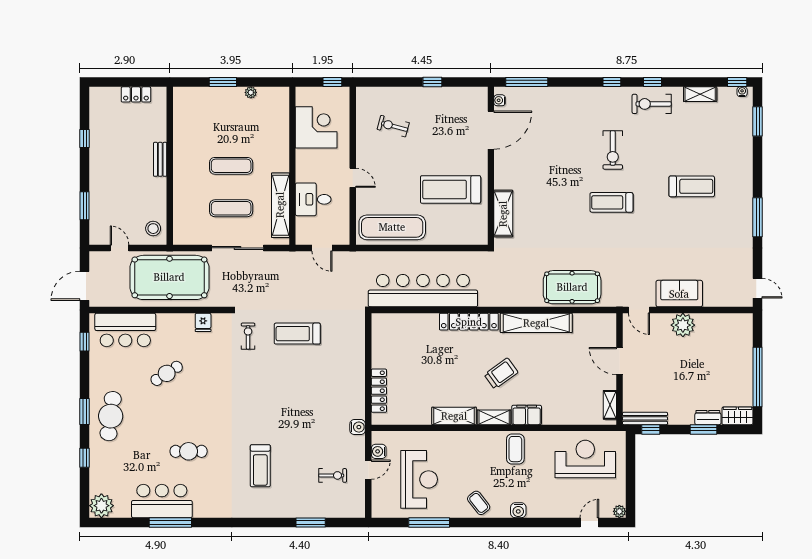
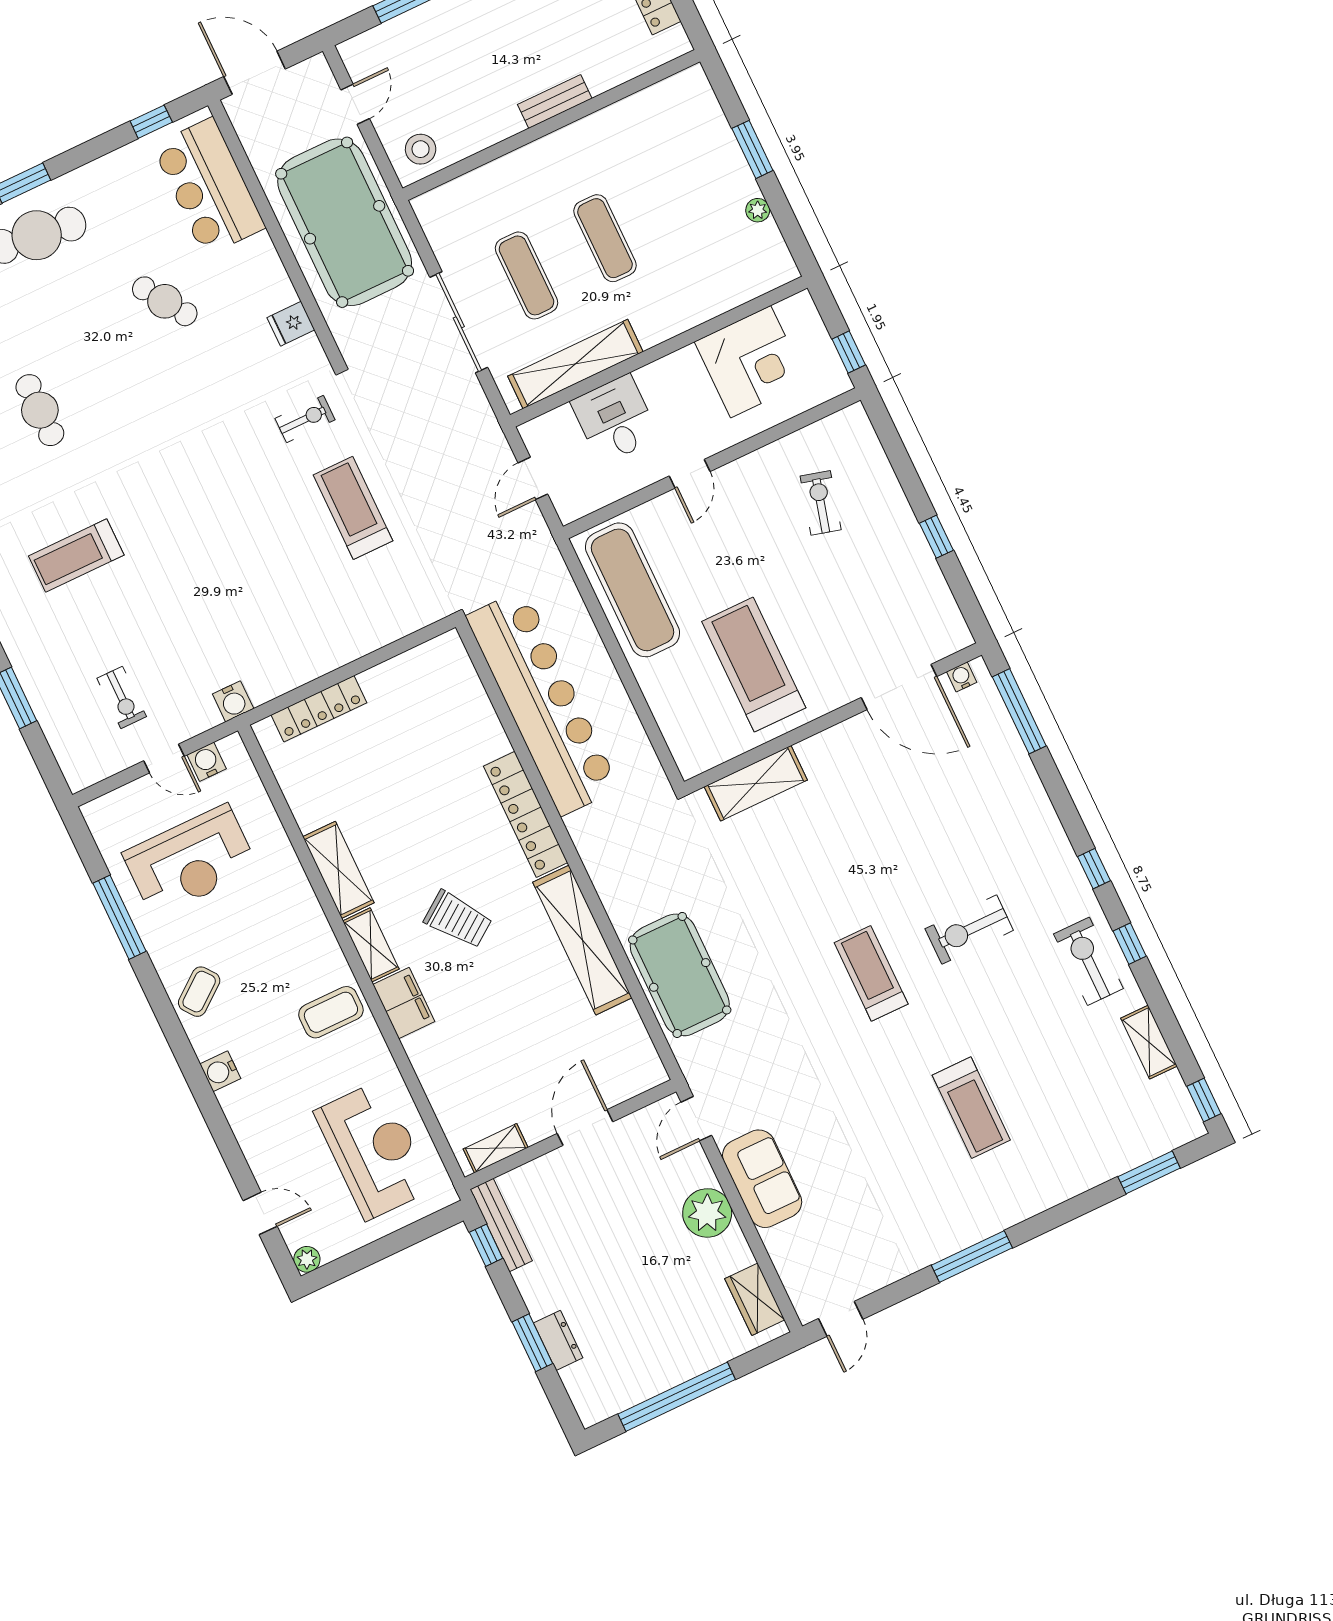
water cooler: (742, 92) -> (1190, 1118), removed
wardrobe: (737, 416) -> (755, 1299), moved, turned 180

